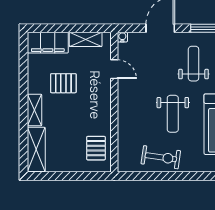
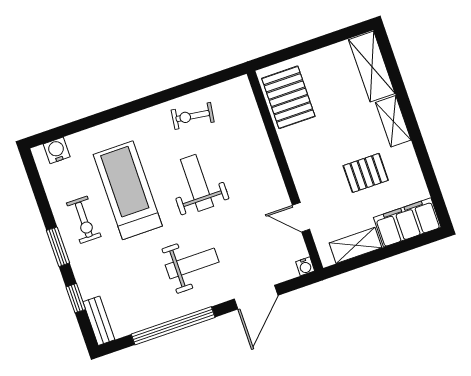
weight bench: (194, 64) -> (192, 264), turned -90
pallet: (96, 148) -> (288, 97), width x1.50, depth x1.42
exercise bike: (161, 157) -> (193, 116), width x0.73, depth x0.72

